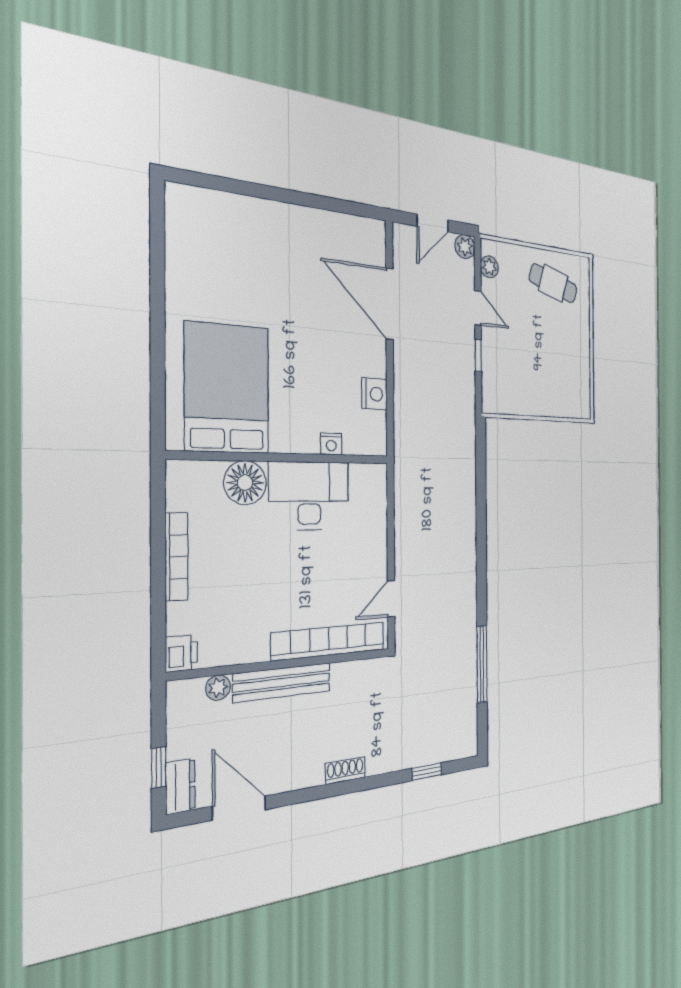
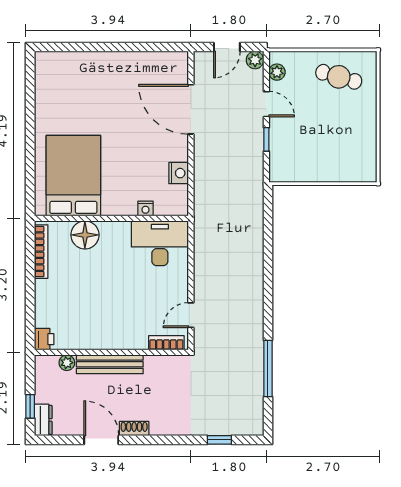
desk: (309, 496) -> (160, 243), moved
bookcase: (176, 557) -> (41, 252), moved
bookcase: (329, 641) -> (166, 343), width x0.43, depth x0.76
shoe rack: (345, 771) -> (134, 429), moved
door: (239, 808) -> (101, 440), moved

